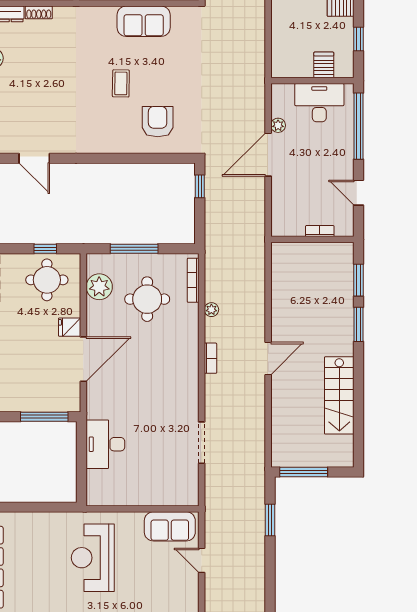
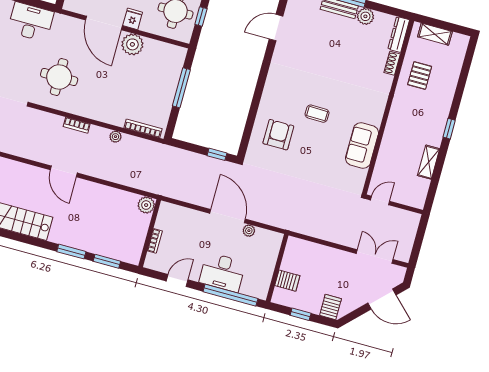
desk: (319, 103) -> (222, 272), moved, turned 90
armchair: (158, 122) -> (278, 135), turned -90
plant: (281, 252) -> (146, 205), added
plant: (99, 287) -> (132, 44), moved
round table: (147, 299) -> (59, 77), moved

